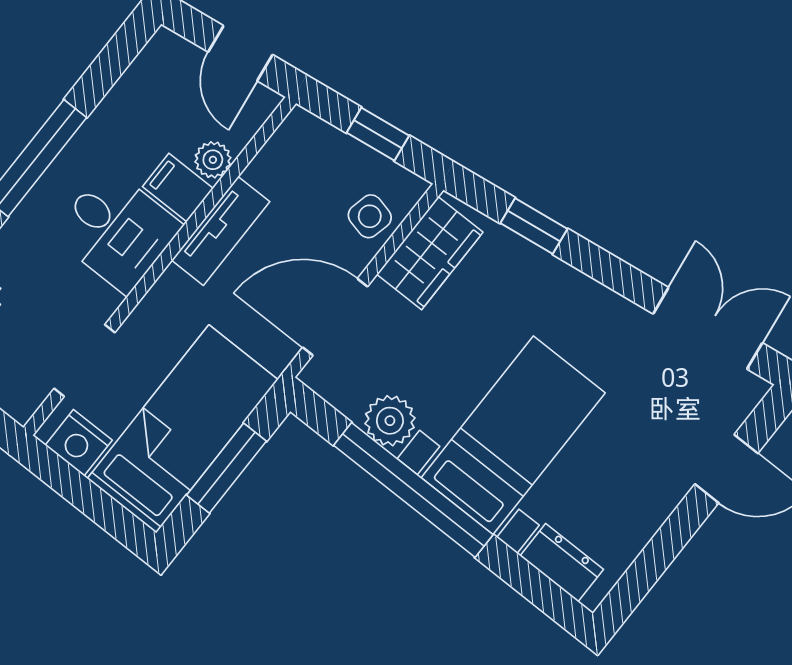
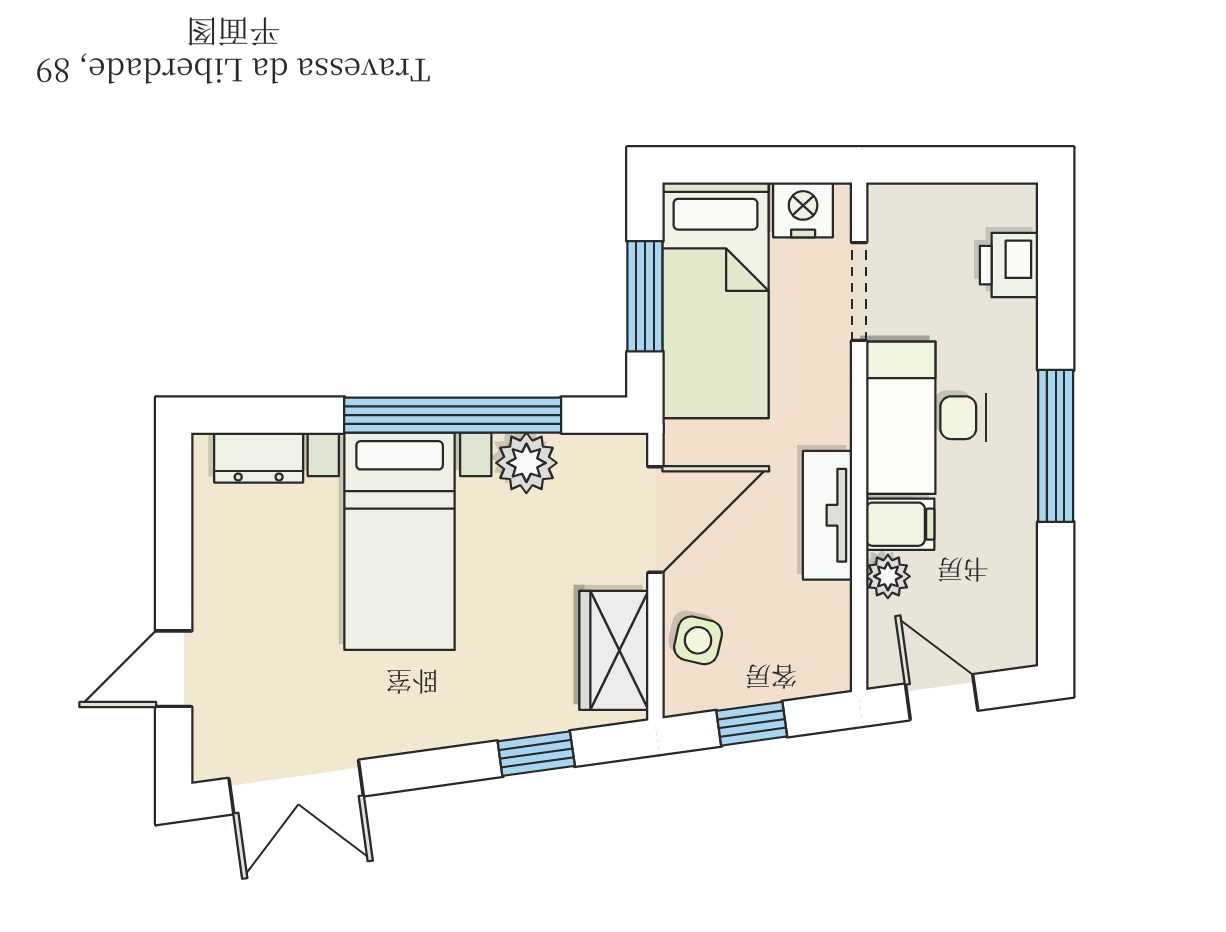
desk: (117, 230) -> (926, 418), width x1.37

